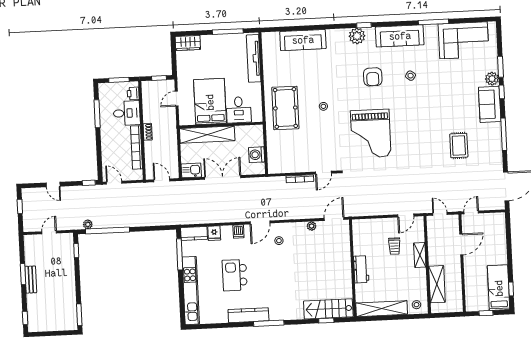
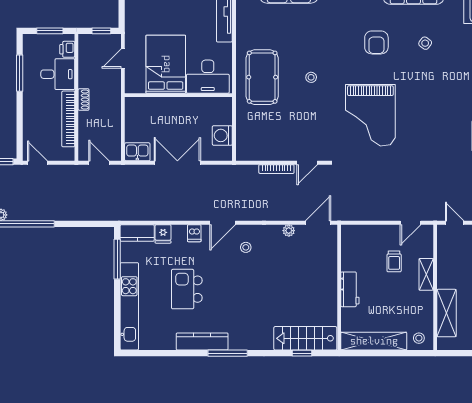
desk: (239, 110) -> (208, 77), width x1.37
shelving: (207, 135) -> (160, 107), removed

